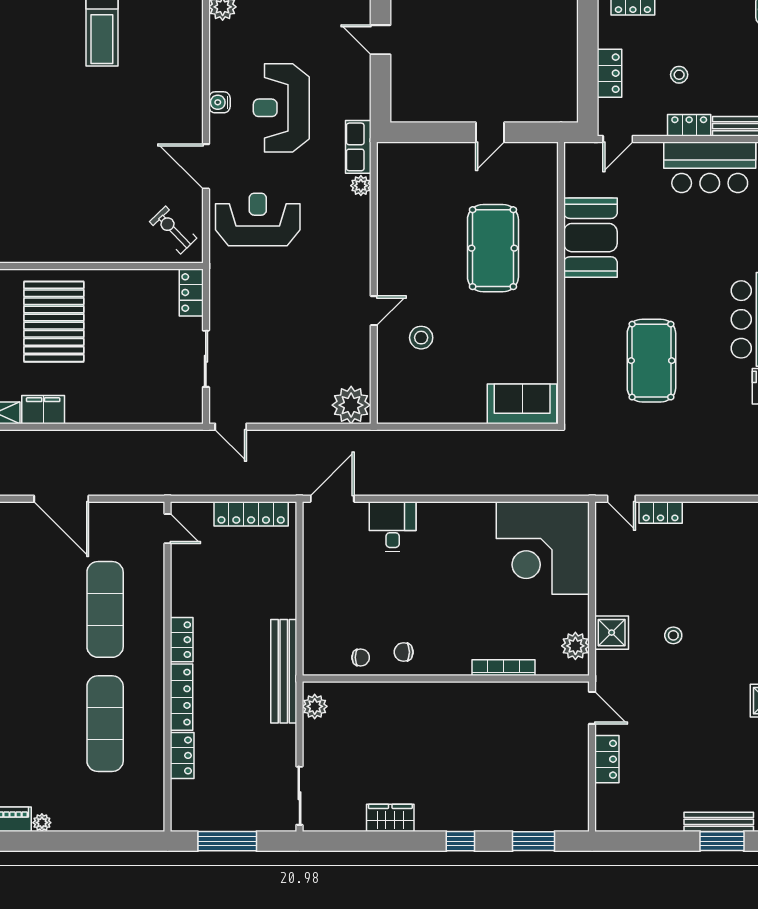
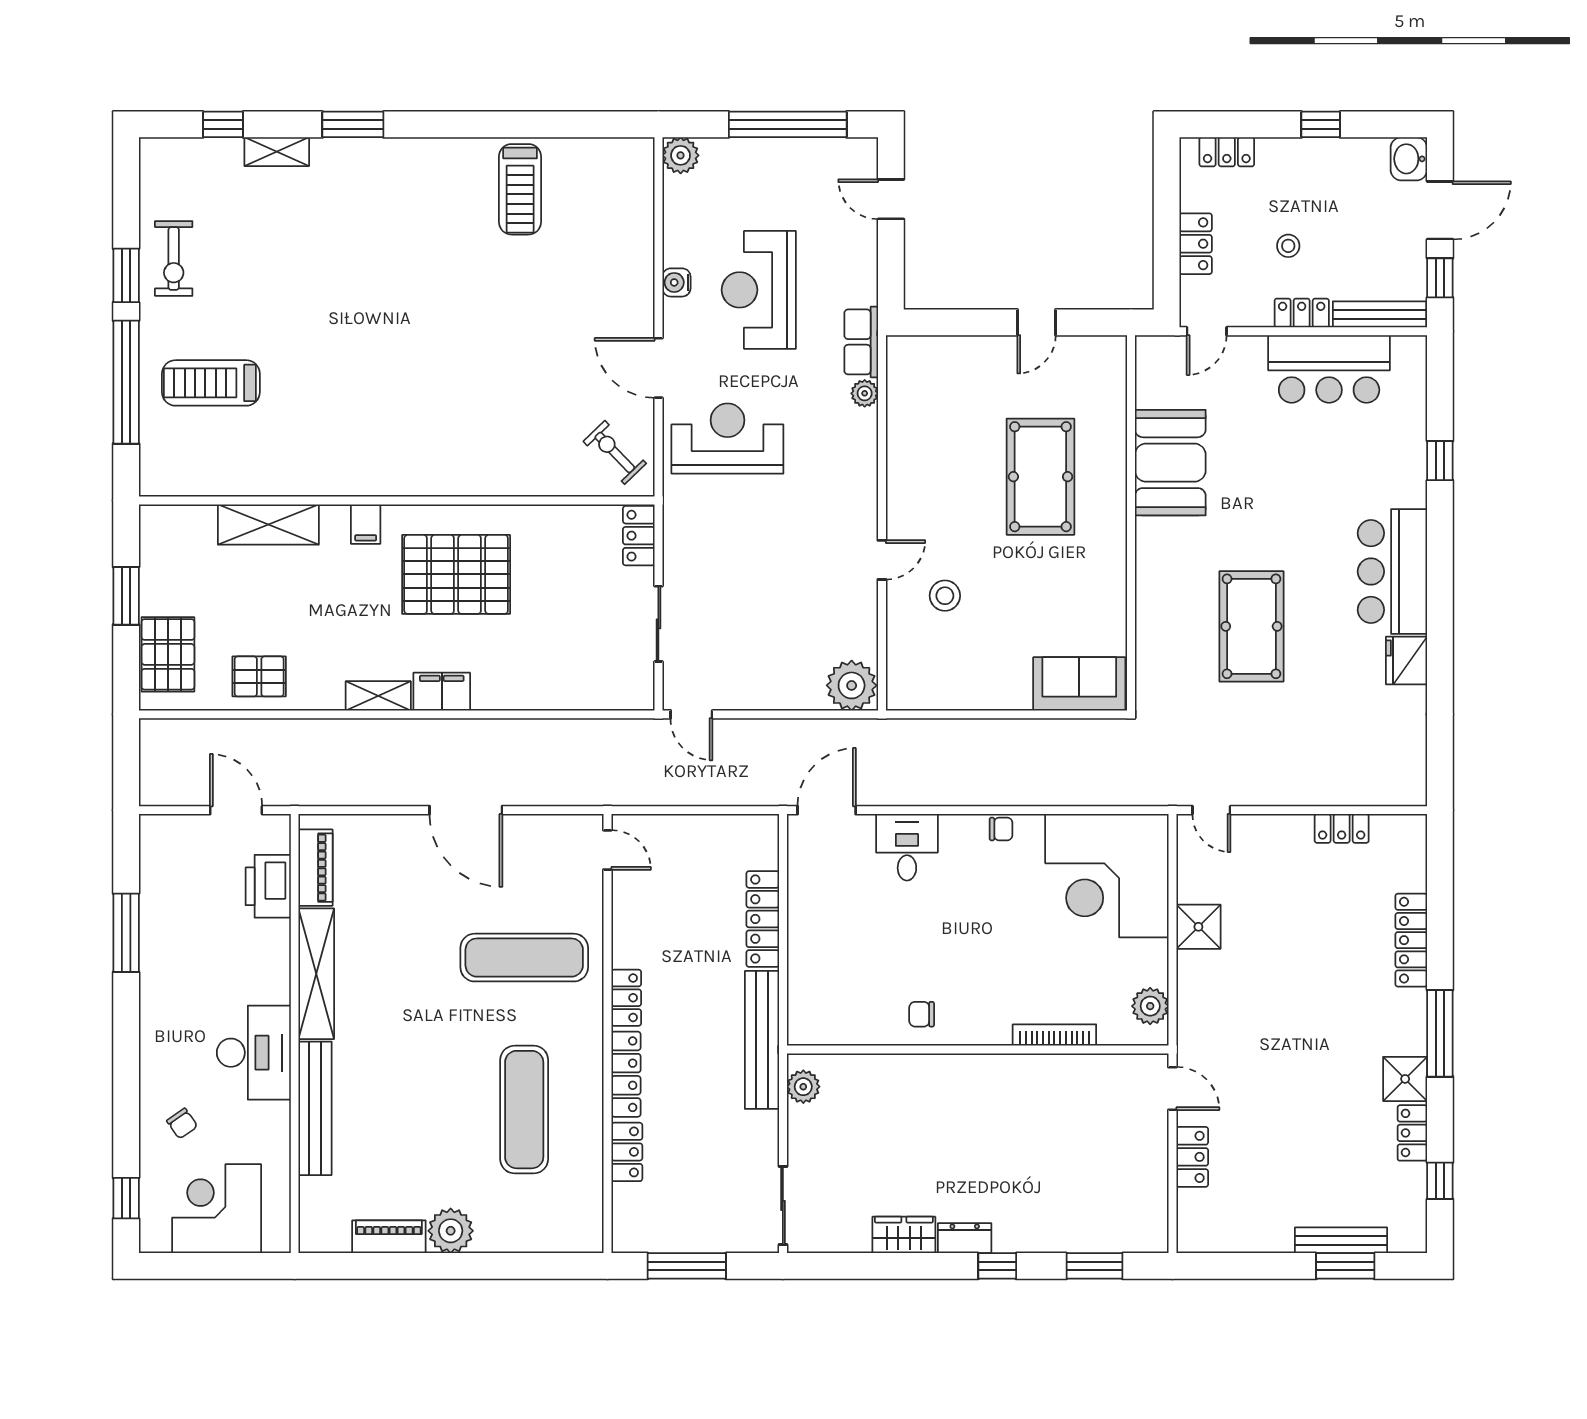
pallet: (54, 322) -> (456, 574), turned 90
locker: (661, 512) -> (1342, 828), moved
locker: (251, 514) -> (763, 919), moved, turned 90
exercise mat: (105, 609) -> (524, 958), turned 90
shower: (612, 633) -> (1198, 927), moved
stool: (673, 635) -> (1281, 992), removed
chair: (361, 657) -> (1001, 829), moved
dresser: (436, 820) -> (965, 1238), added
plant: (42, 823) -> (451, 1231), width x1.87, depth x1.87

